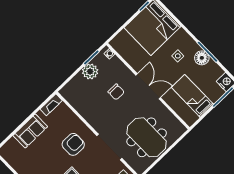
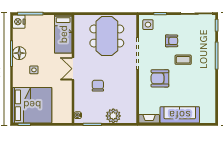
plant: (90, 71) -> (113, 116), moved
double door: (148, 86) -> (73, 69), width x0.73
bed: (192, 96) -> (63, 34), moved
sofa: (30, 131) -> (180, 115), width x1.36

